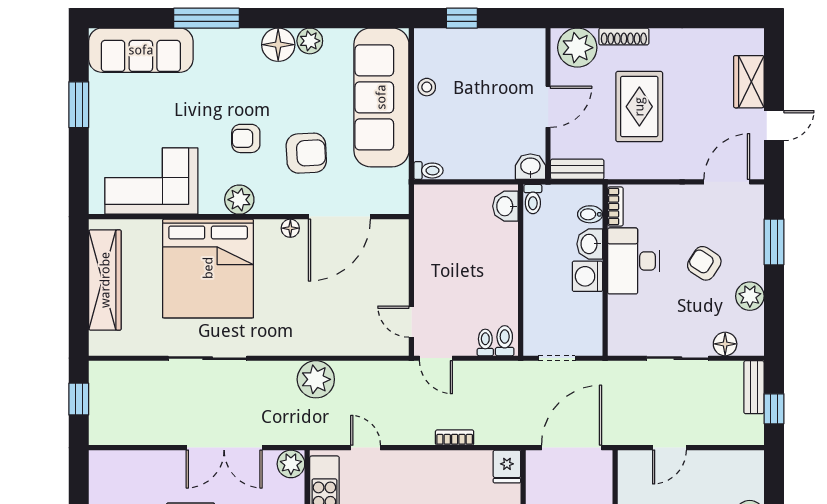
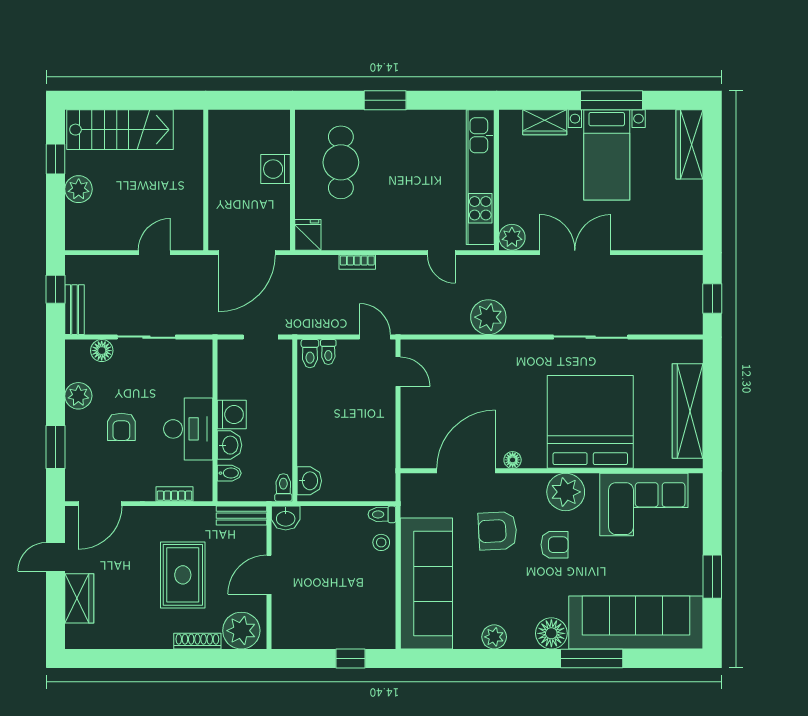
floor lamp: (278, 45) -> (551, 633), moved
sofa: (141, 50) -> (636, 622), width x1.36, depth x1.27
stool: (427, 87) -> (381, 542), moved
plant: (239, 200) -> (566, 492), width x1.36, depth x1.36
bookcase: (615, 207) -> (174, 494), moved, turned 90
armchair: (704, 263) -> (121, 427), turned 57

